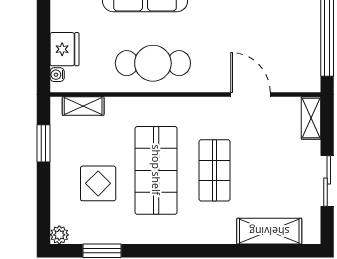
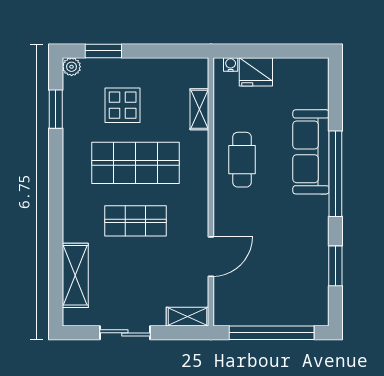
cafe table: (153, 63) -> (242, 160), width x0.73, depth x0.74
shelving: (83, 106) -> (199, 109), moved
window: (43, 143) -> (103, 51), moved

